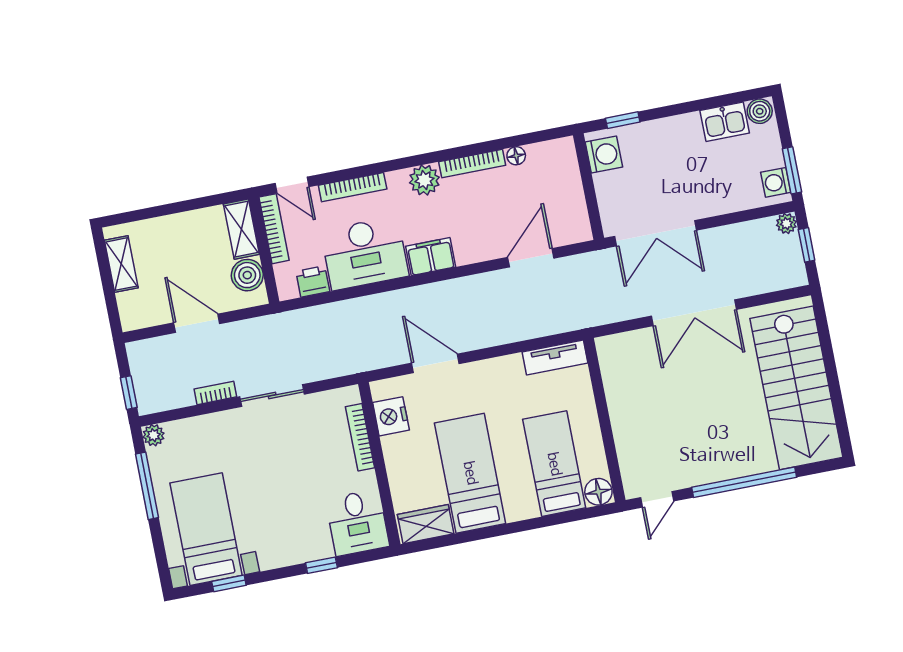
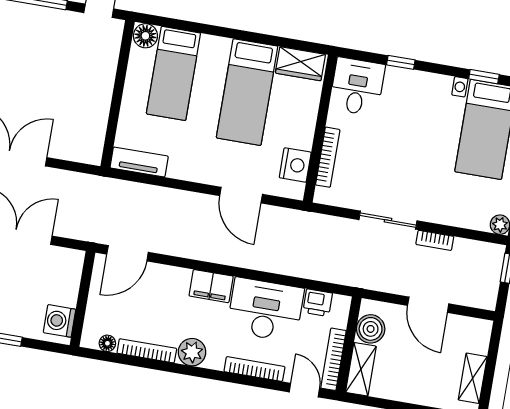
washing machine: (604, 154) -> (59, 321), moved
wall: (589, 187) -> (83, 299), moved

